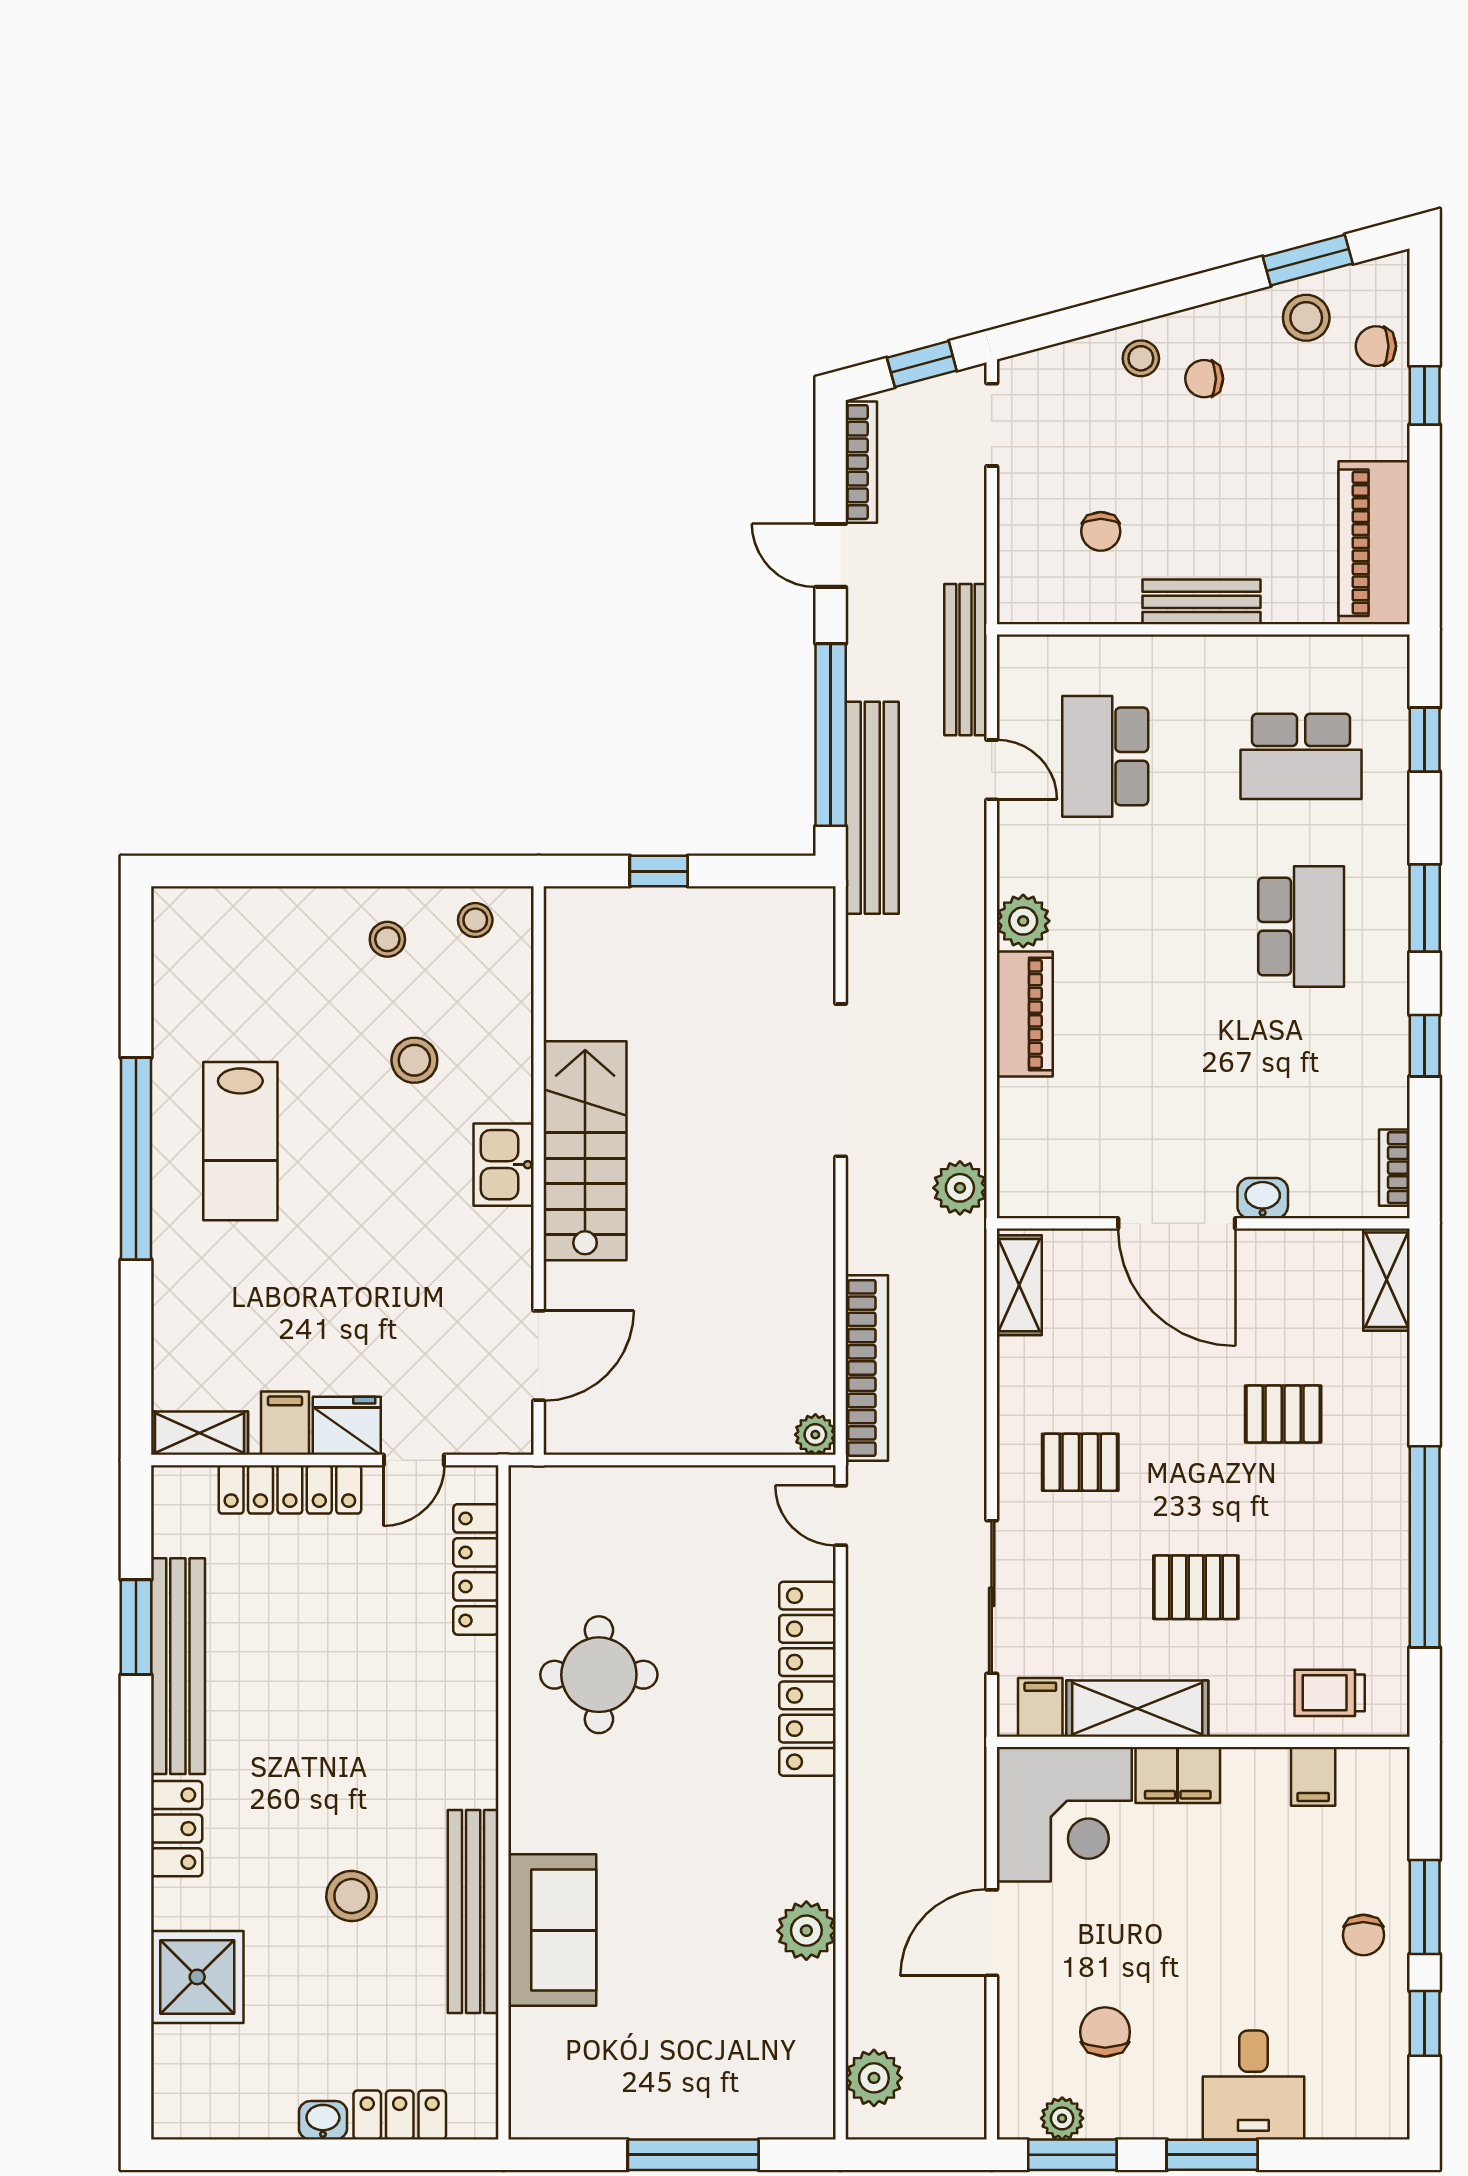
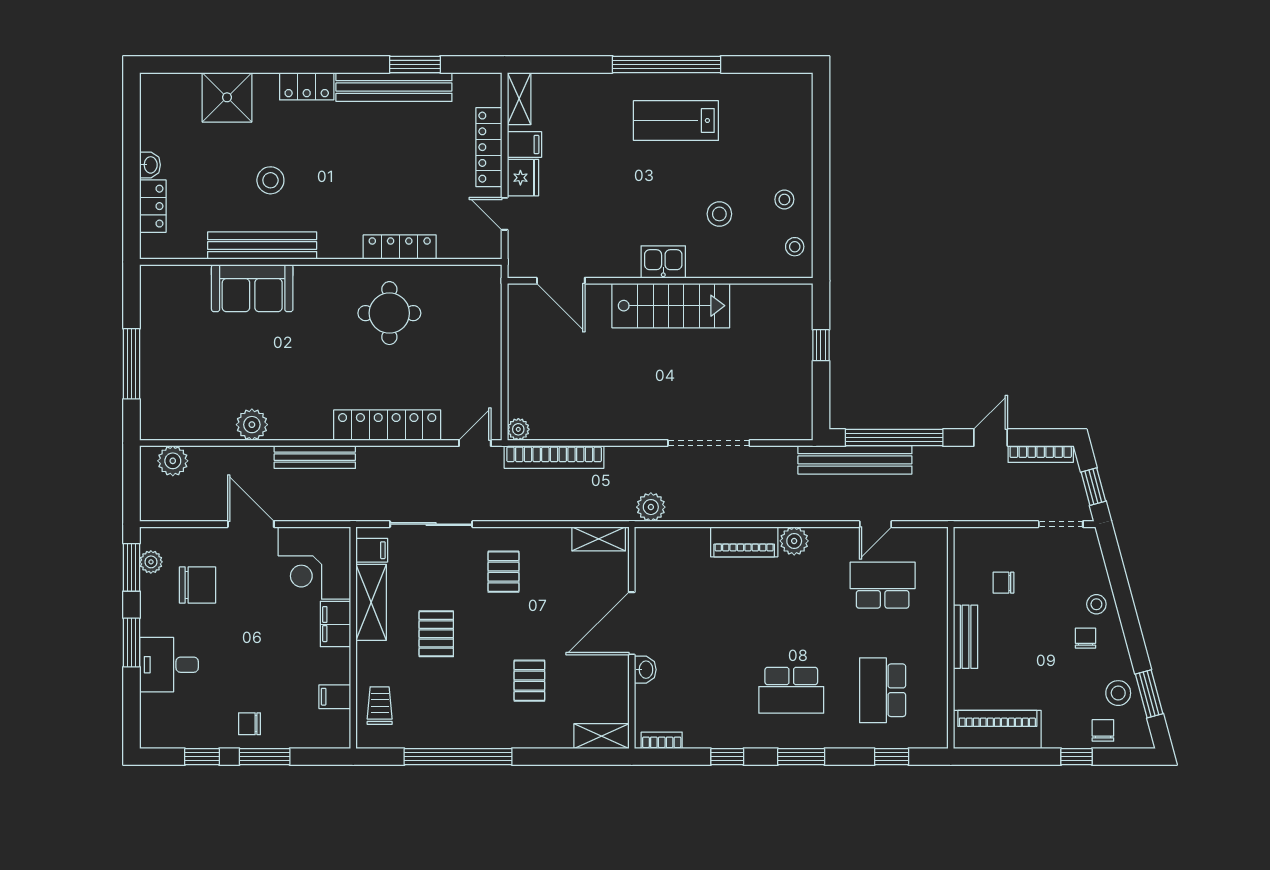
bench: (965, 660) -> (315, 457), moved
locker: (476, 1569) -> (400, 247), moved
chair: (1105, 2032) -> (197, 585), width x1.37, depth x1.37

